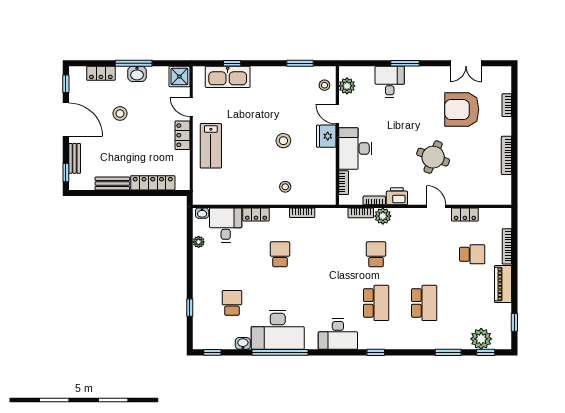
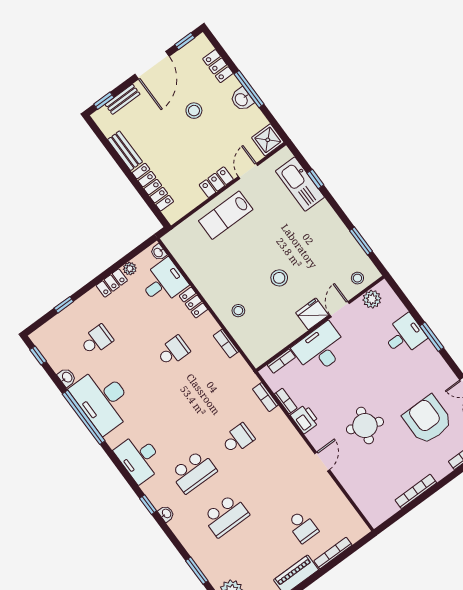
locker: (465, 214) -> (112, 283), moved, turned -90
plant: (383, 216) -> (277, 419), removed
washbasin: (392, 344) -> (166, 514), added

